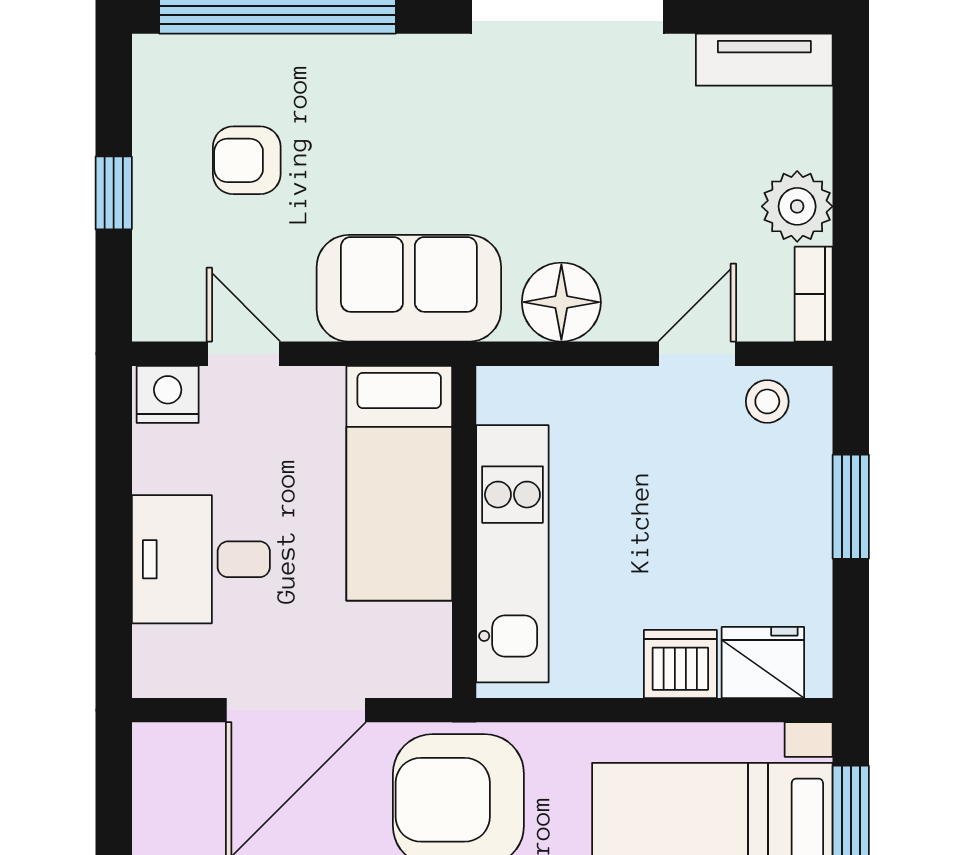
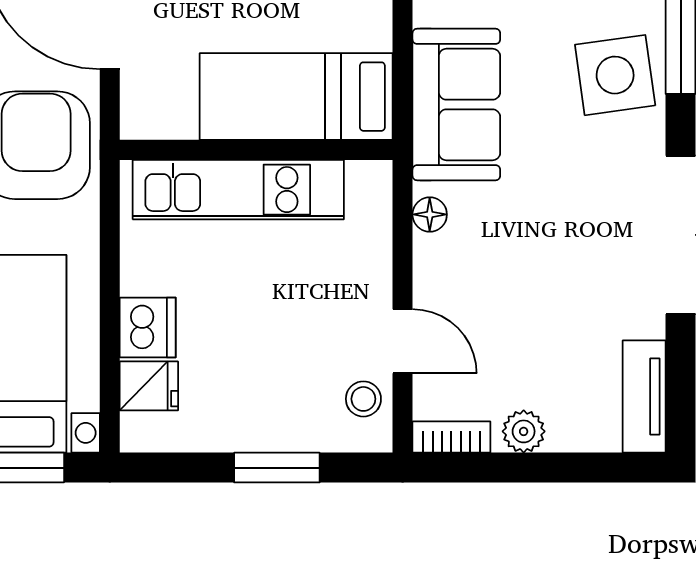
side table: (373, 95) -> (615, 75), added
plant: (797, 206) -> (524, 431), width x0.73, depth x0.73
floor lamp: (561, 302) -> (430, 214), width x0.53, depth x0.53
fridge: (763, 663) -> (149, 386), width x0.72

